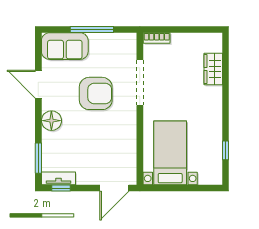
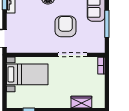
armchair: (96, 93) -> (66, 26), turned 180

